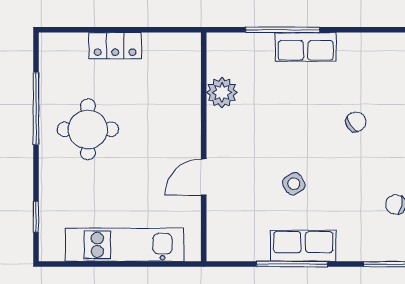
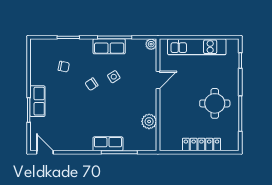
locker: (115, 46) -> (201, 145), width x1.53
chair: (356, 122) -> (91, 84), moved
plant: (218, 250) -> (151, 44), added

